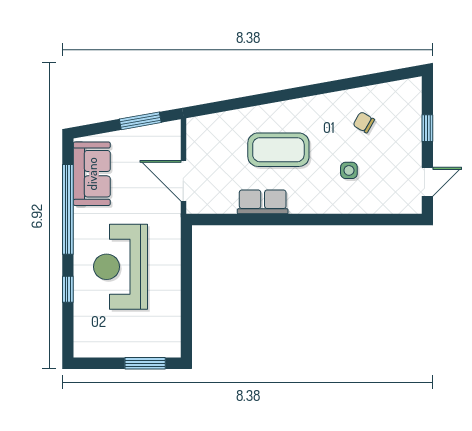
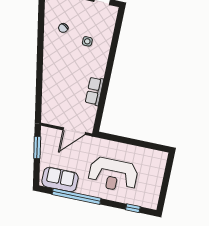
coffee table: (278, 150) -> (68, 77), removed
window: (68, 289) -> (133, 208), moved
window: (145, 363) -> (168, 172), removed

